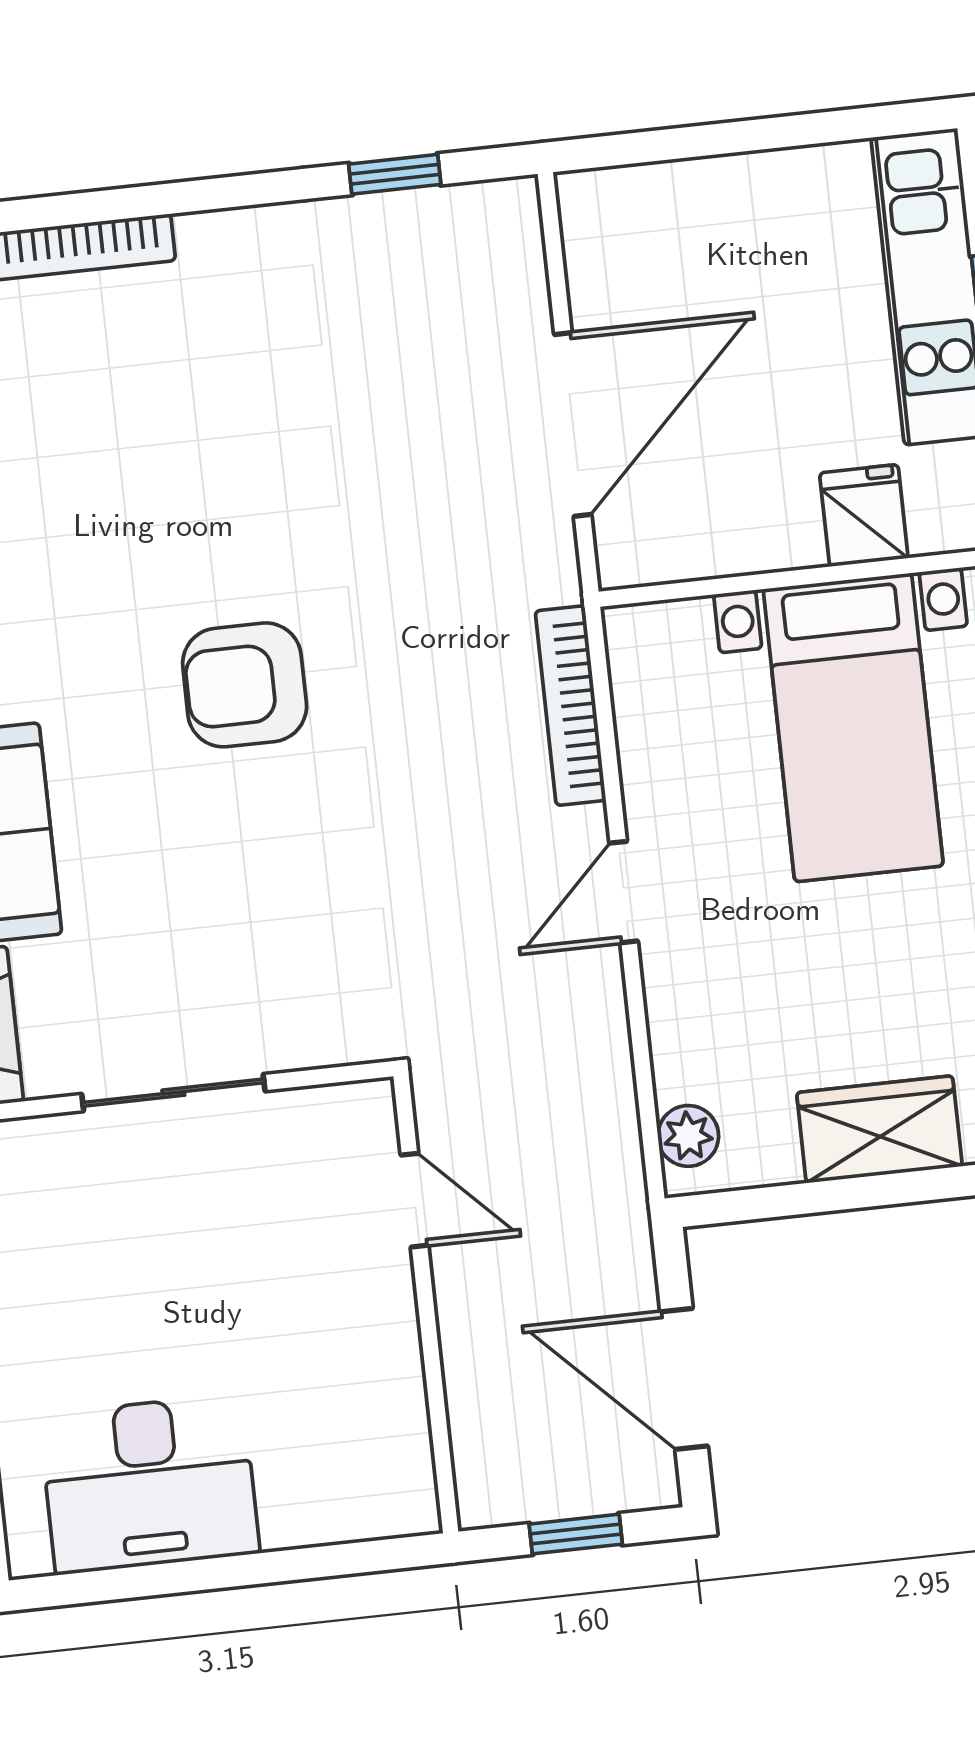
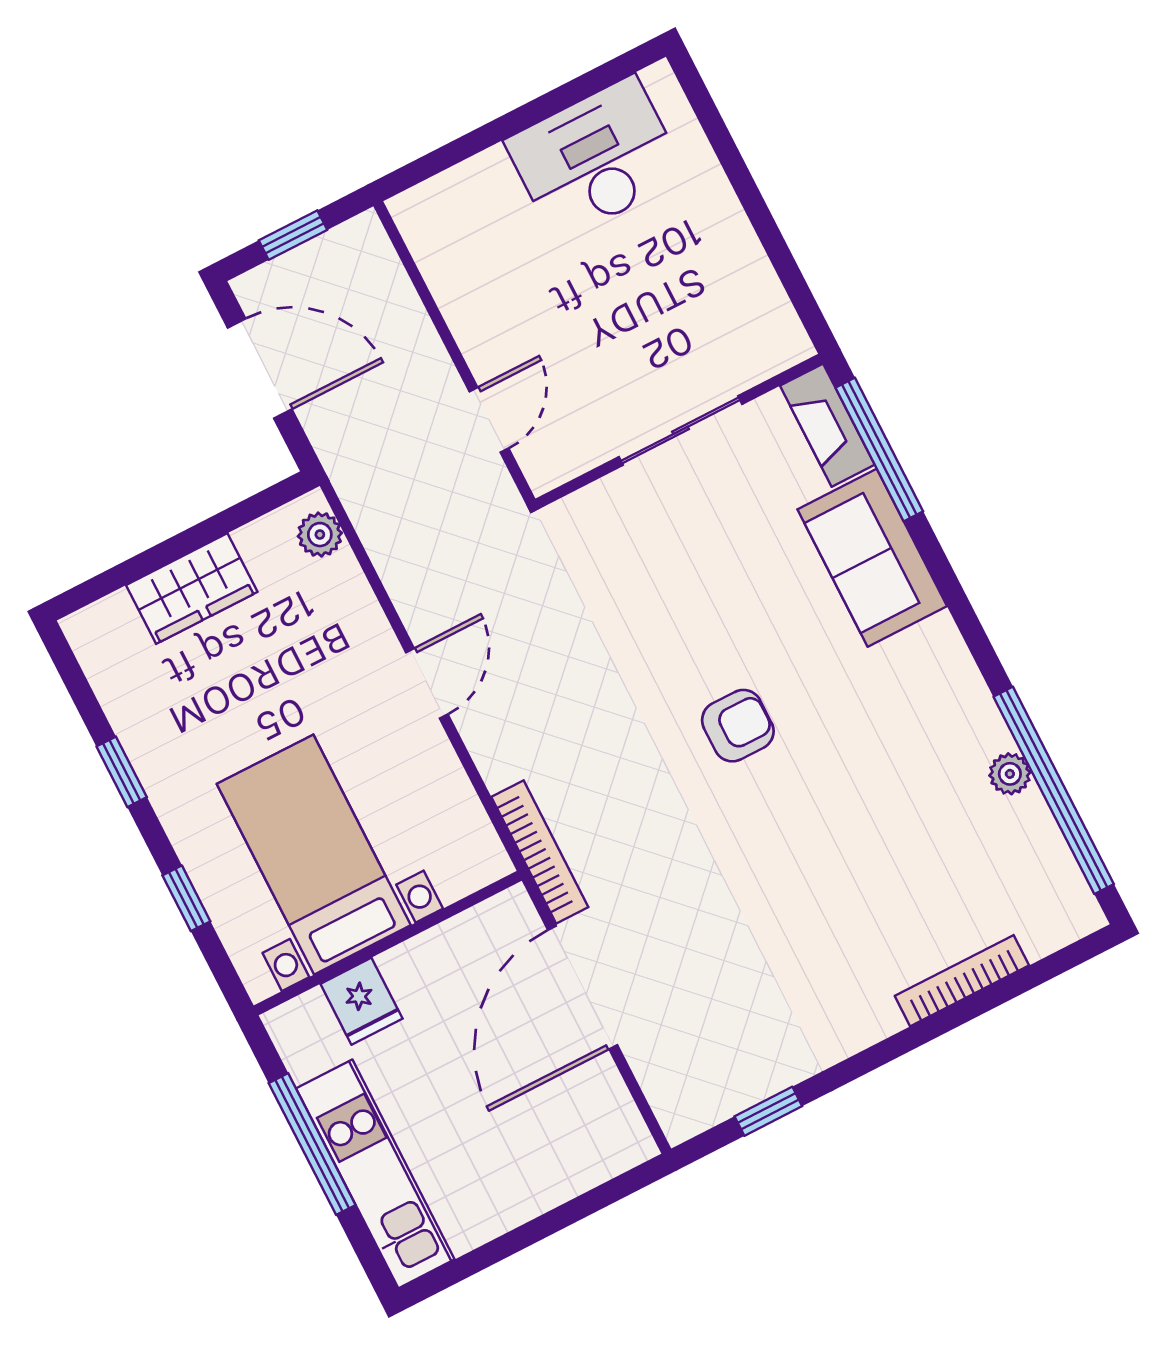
armchair: (245, 685) -> (738, 726), width x0.72, depth x0.72
bookcase: (570, 706) -> (540, 852), moved
door: (414, 1200) -> (489, 420), swing flipped

